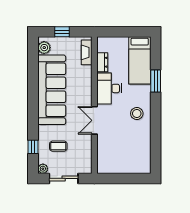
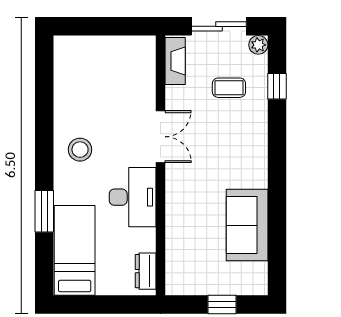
plant: (44, 48) -> (256, 275), removed
fireplace: (87, 52) -> (175, 61), moved
dresser: (102, 62) -> (146, 271), moved
sofa: (52, 90) -> (247, 225), width x0.54, depth x0.79

